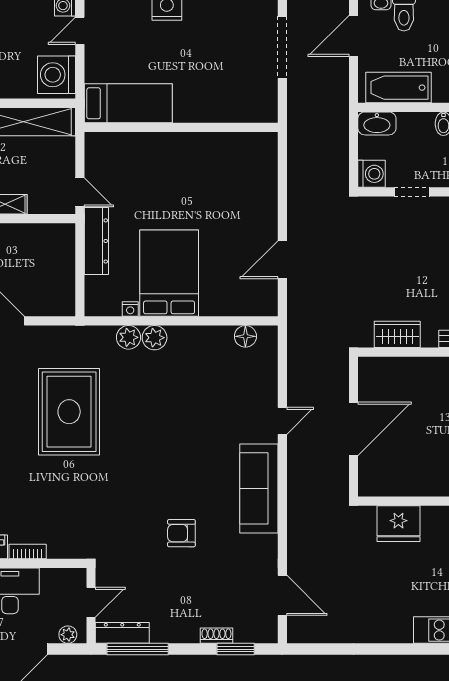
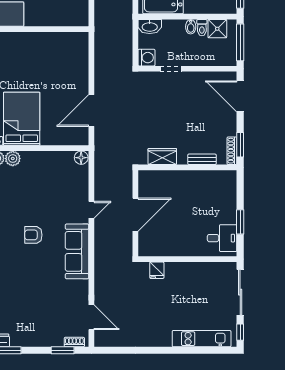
door: (282, 260) -> (91, 111), width x1.36
floor lamp: (245, 336) -> (81, 158), moved
fridge: (398, 524) -> (157, 270), width x0.53, depth x0.75
armchair: (181, 533) -> (33, 235), moved
shoe rack: (216, 636) -> (74, 342), moved

